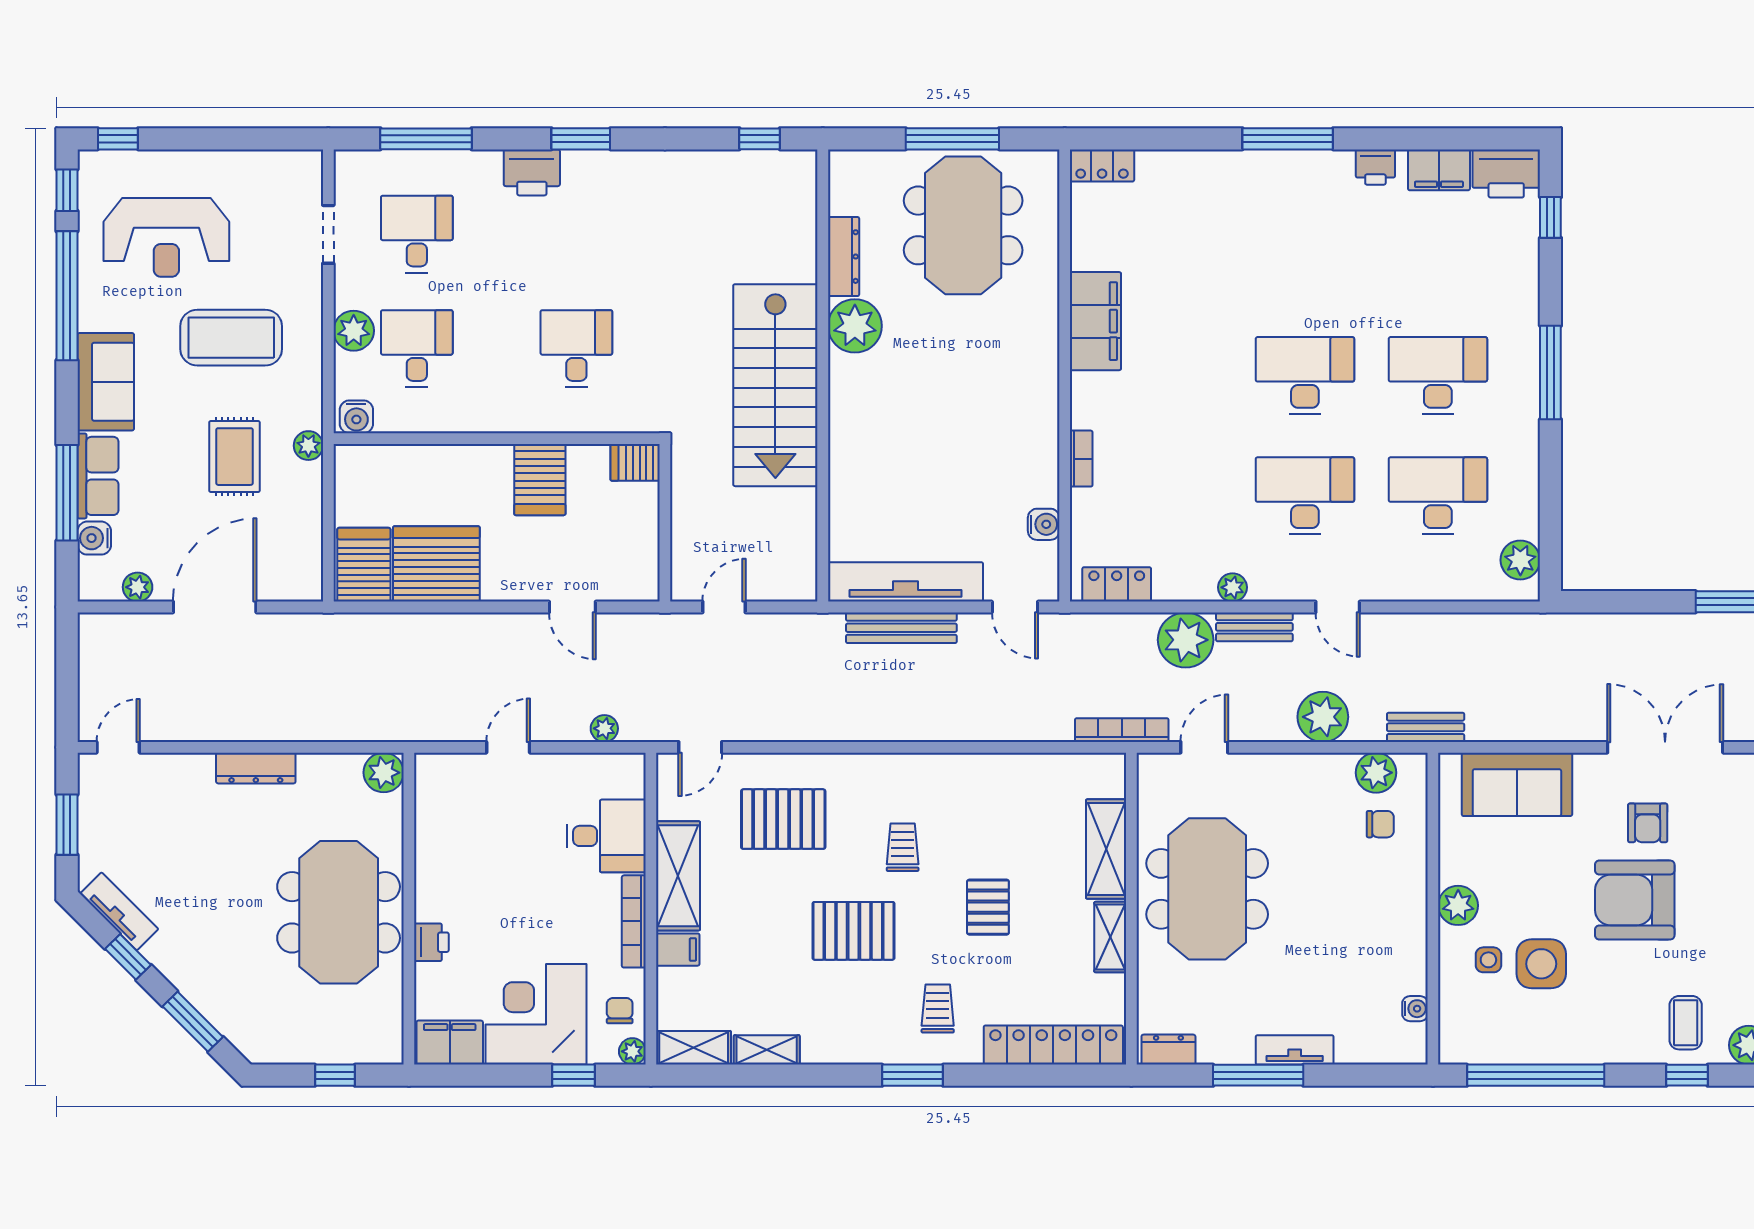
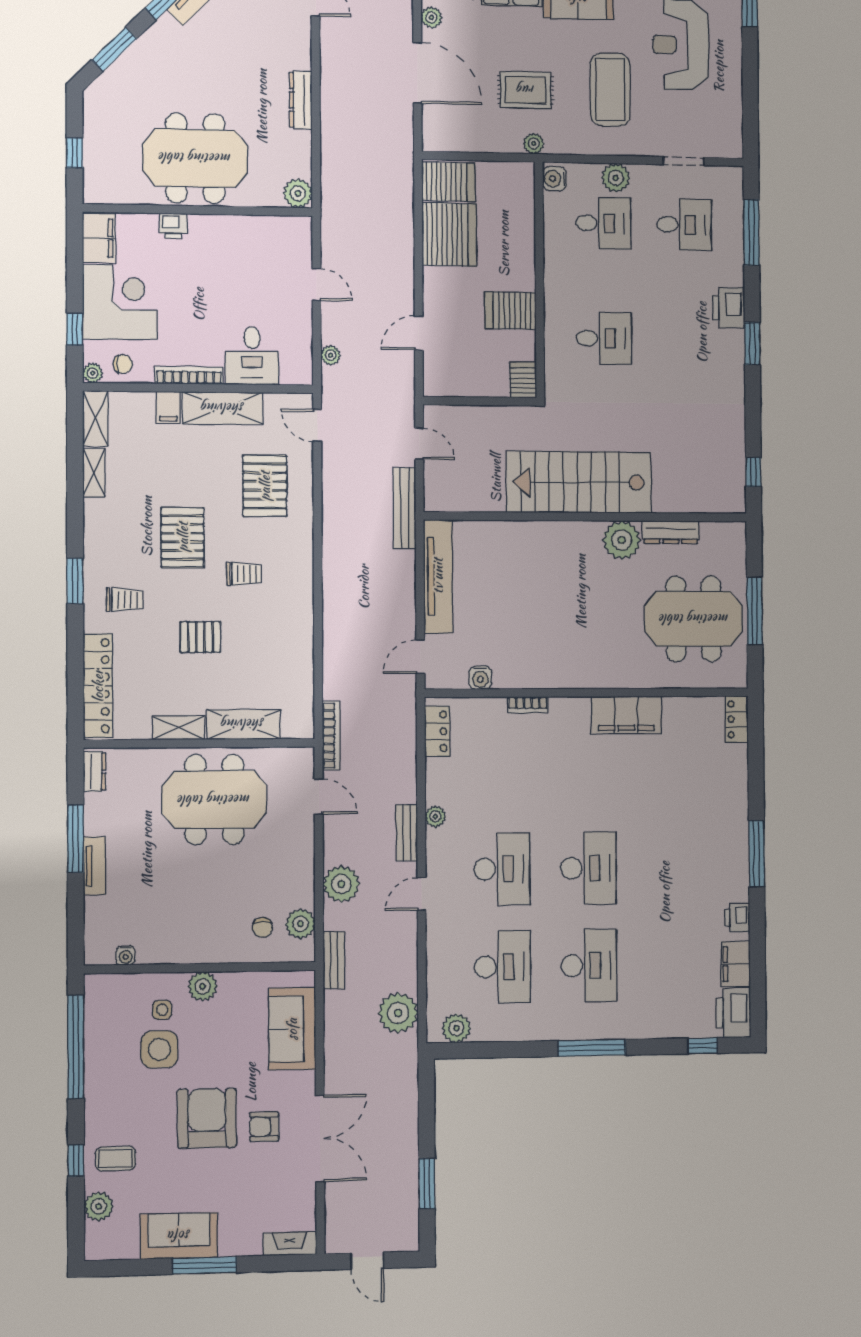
bench: (901, 628) -> (405, 508), moved
plant: (1186, 640) -> (398, 1013), moved

